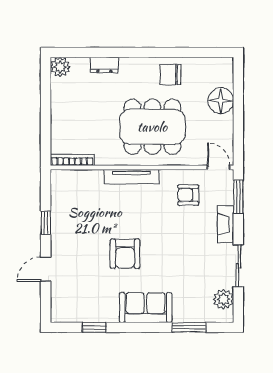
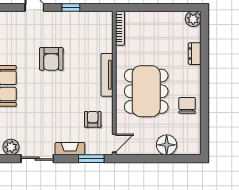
armchair: (125, 254) -> (51, 59), moved, turned -90

